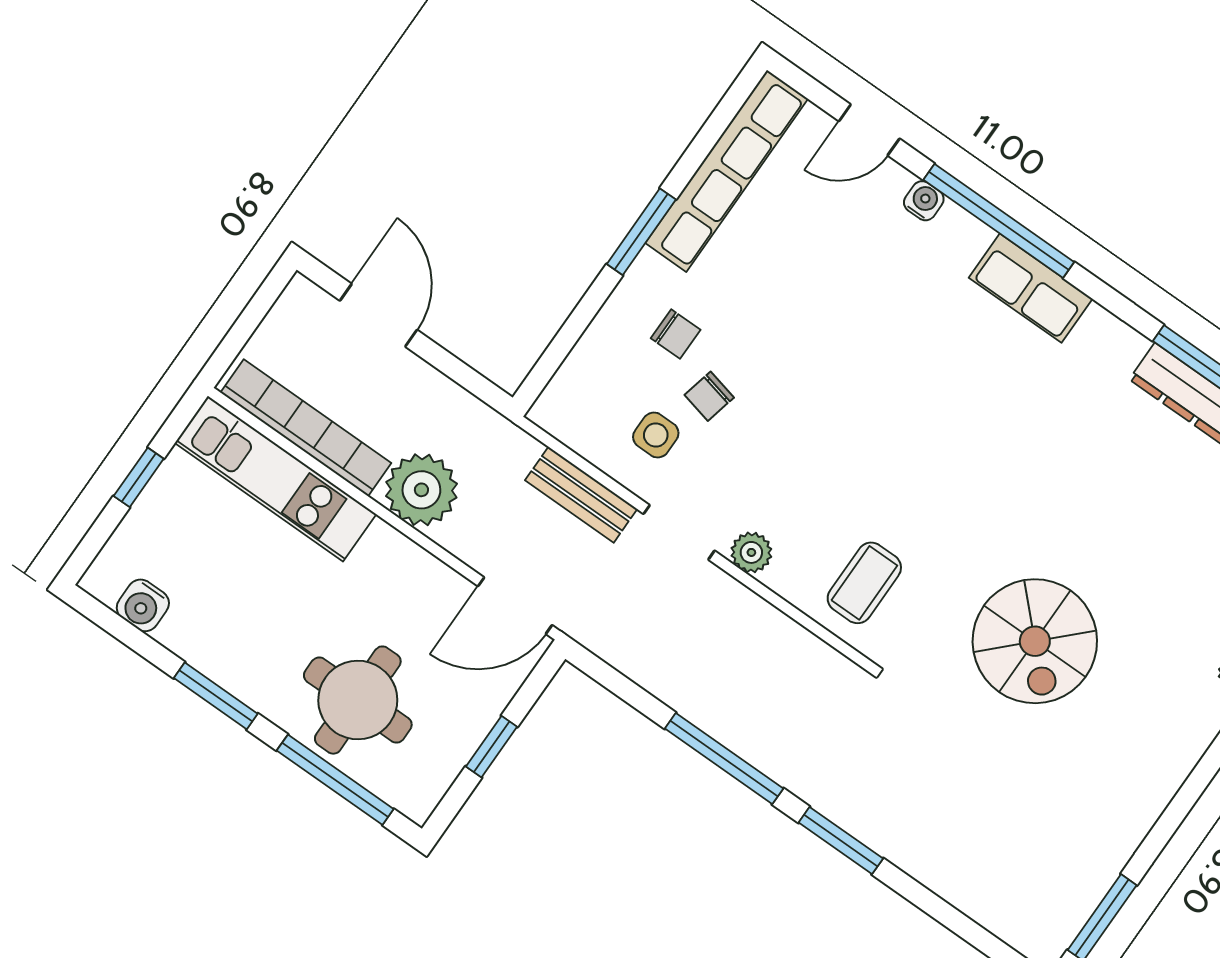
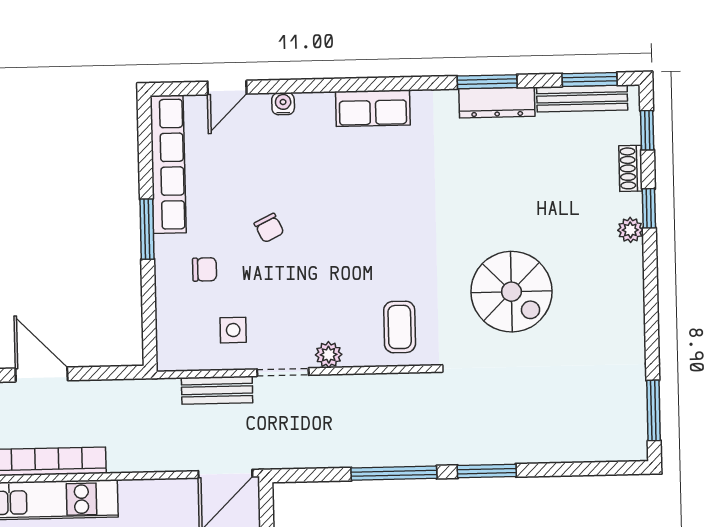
window: (999, 221) -> (330, 85), removed
chair: (709, 396) -> (269, 228), moved, turned -39
plant: (421, 490) -> (132, 449), removed

